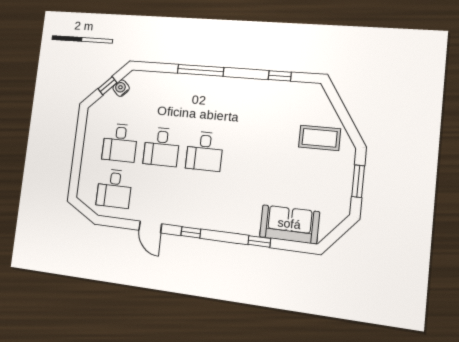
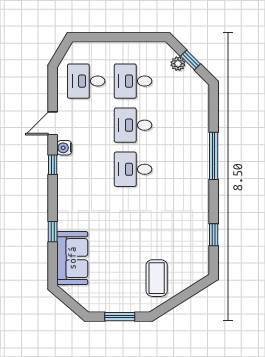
water cooler: (121, 88) -> (64, 148), moved, turned -135
plant: (109, 98) -> (178, 64), added

